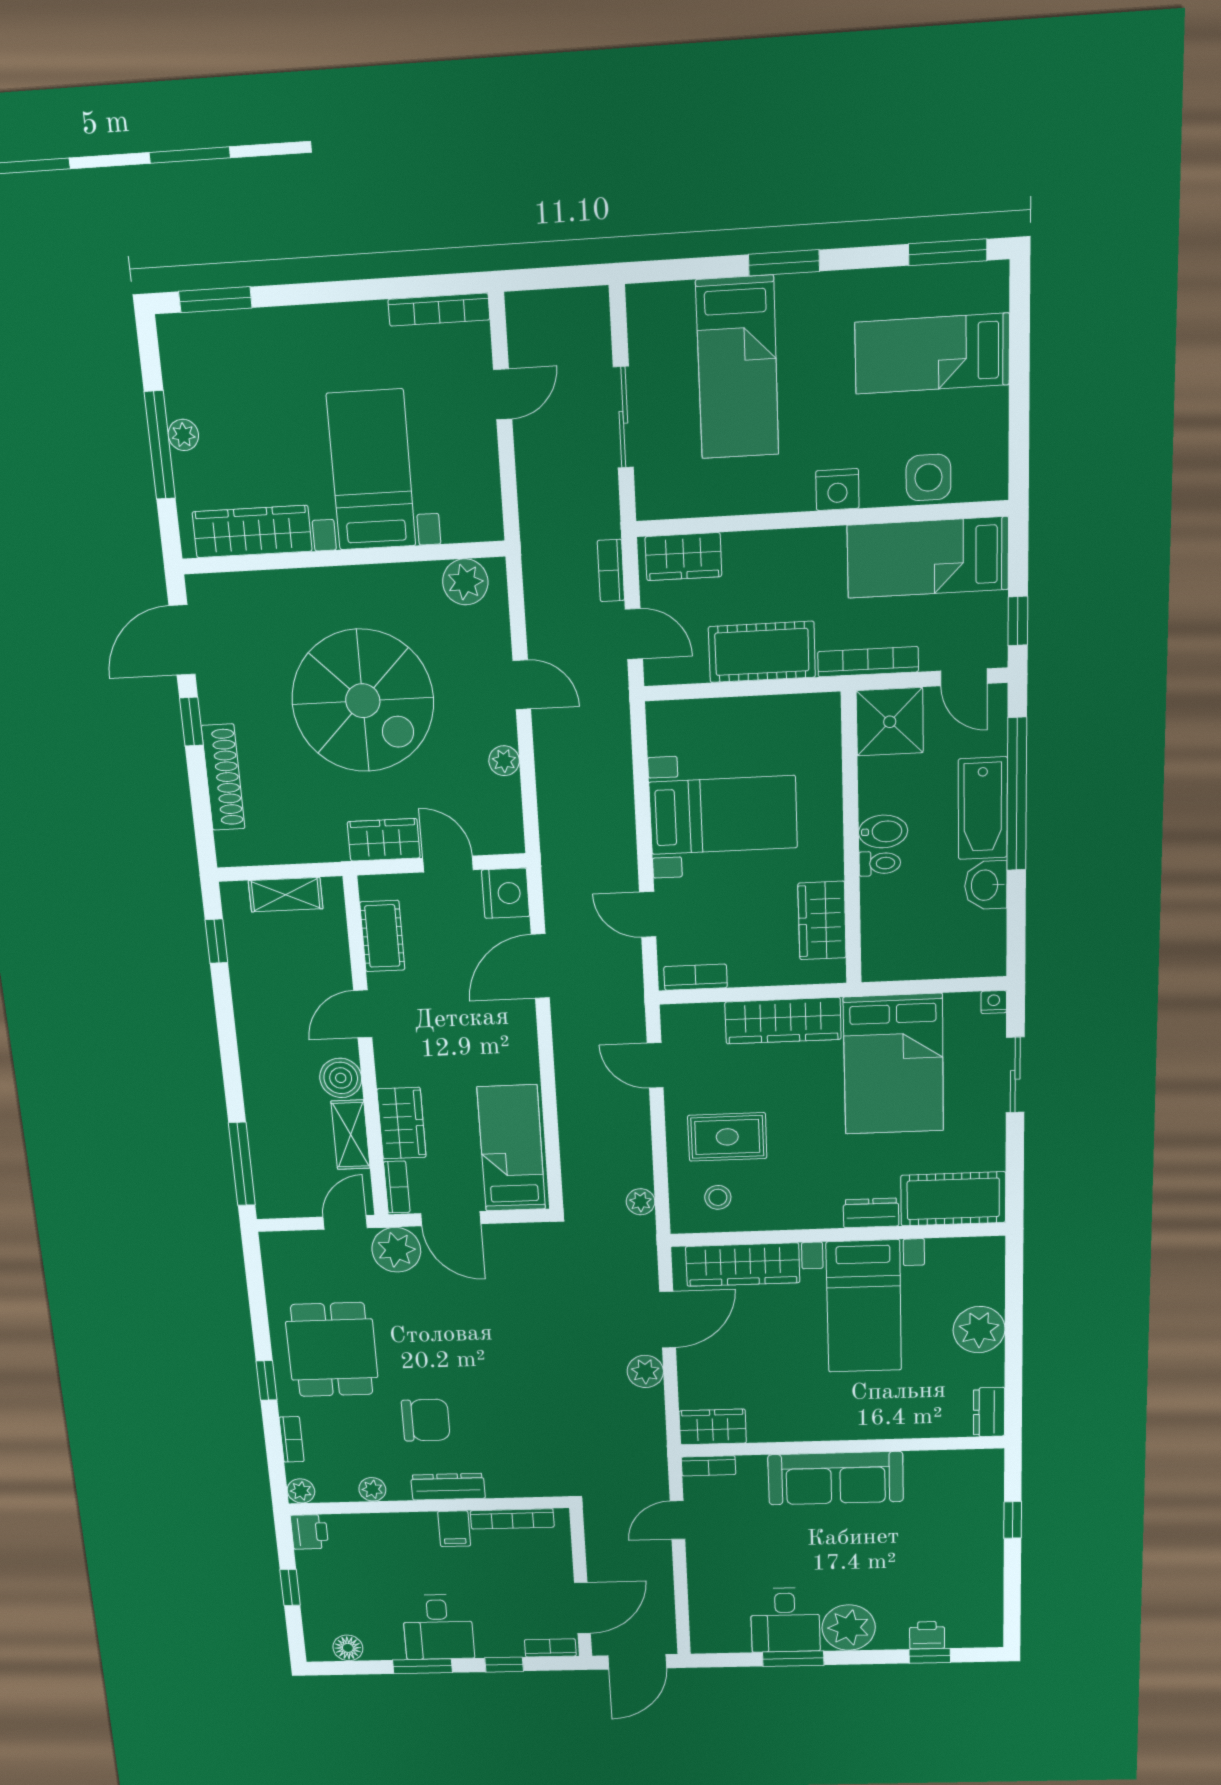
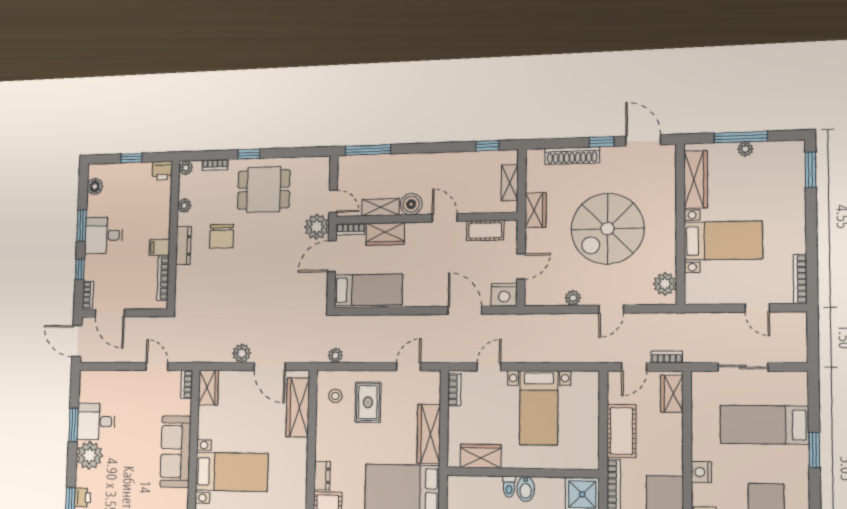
wardrobe: (384, 840) -> (536, 210), moved
bed with nightstands: (864, 1306) -> (232, 472), moved, turned 180

